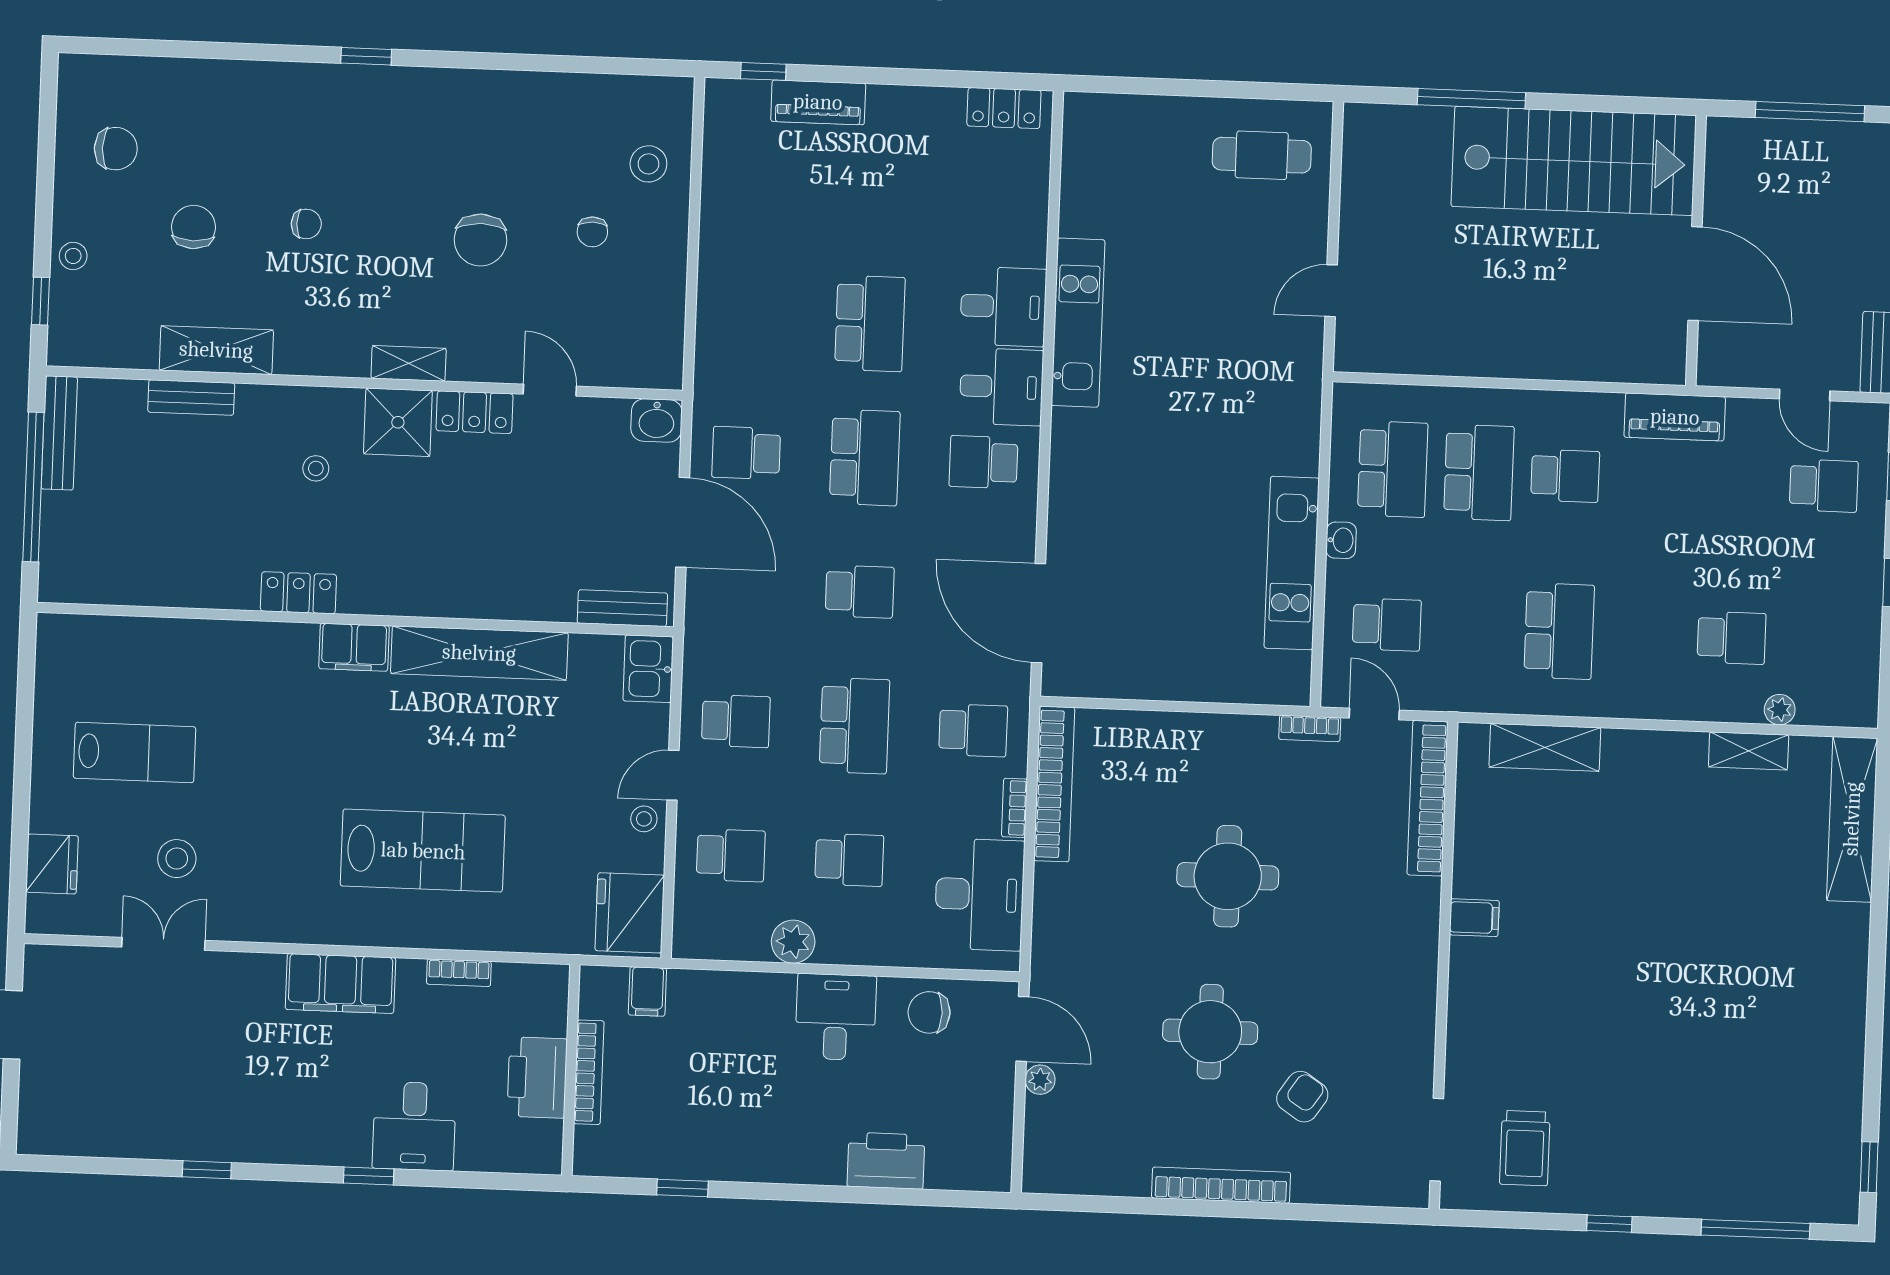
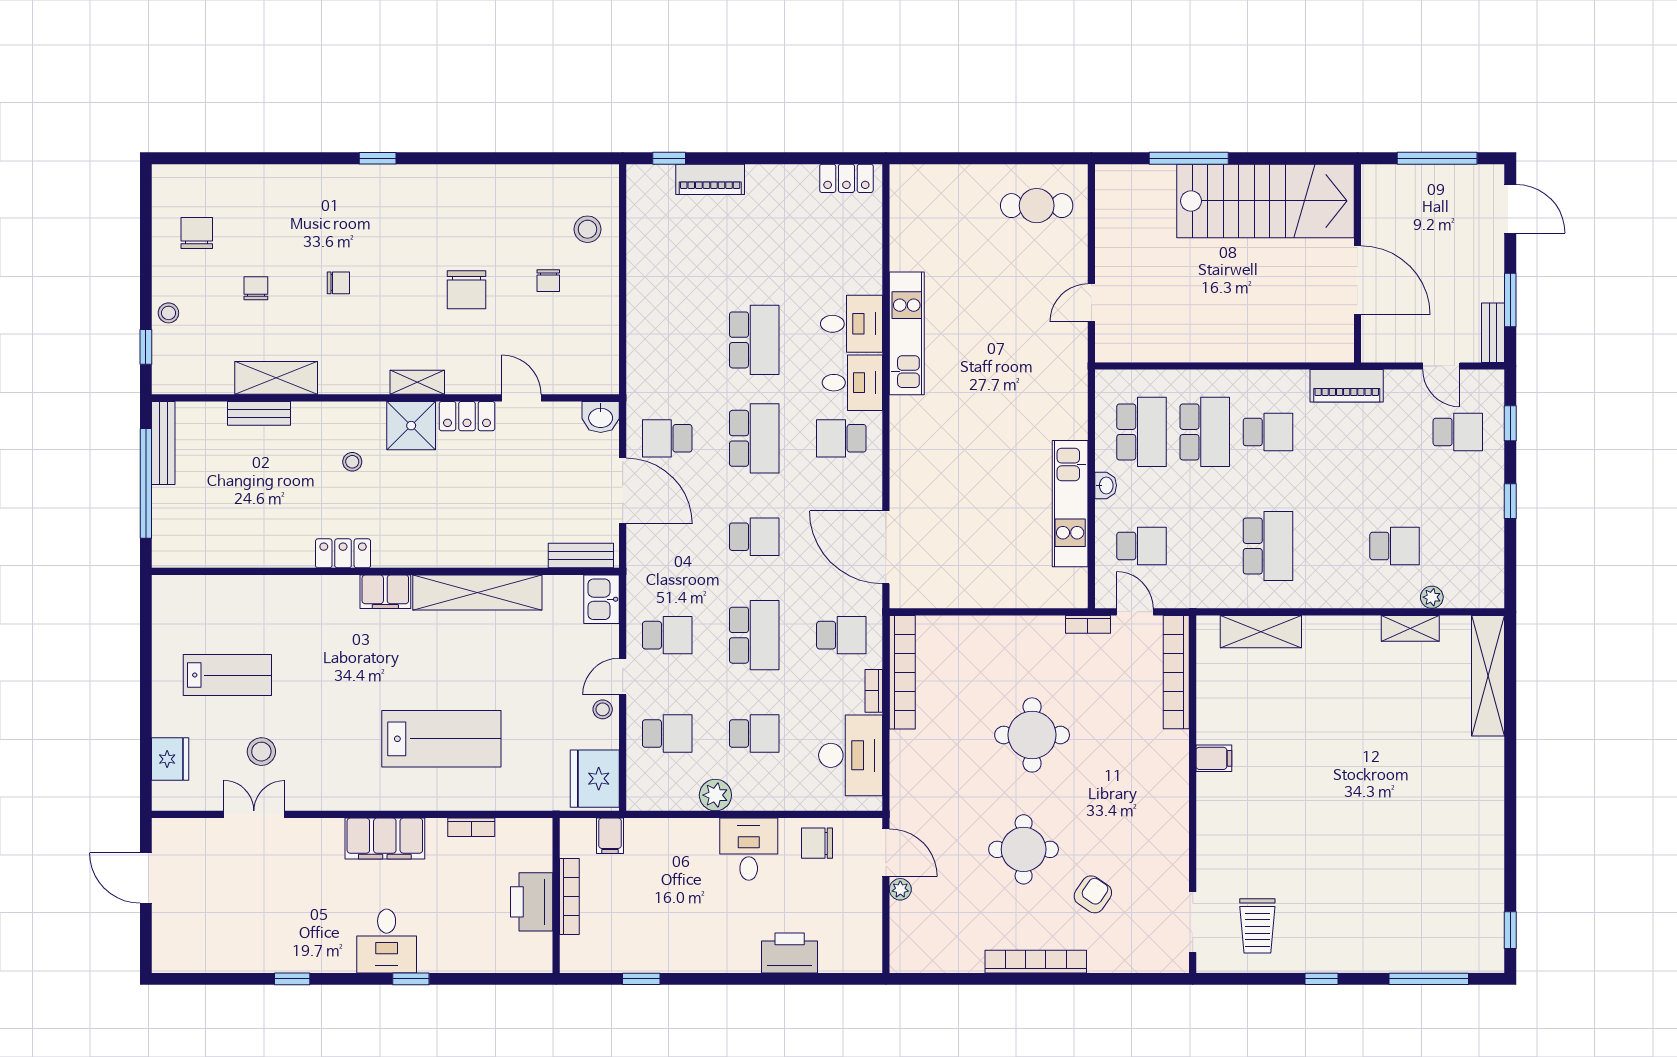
chair: (116, 149) -> (197, 233), turned -90
chair: (194, 227) -> (256, 288), width x0.73, depth x0.73
desk: (414, 1126) -> (387, 941), moved

